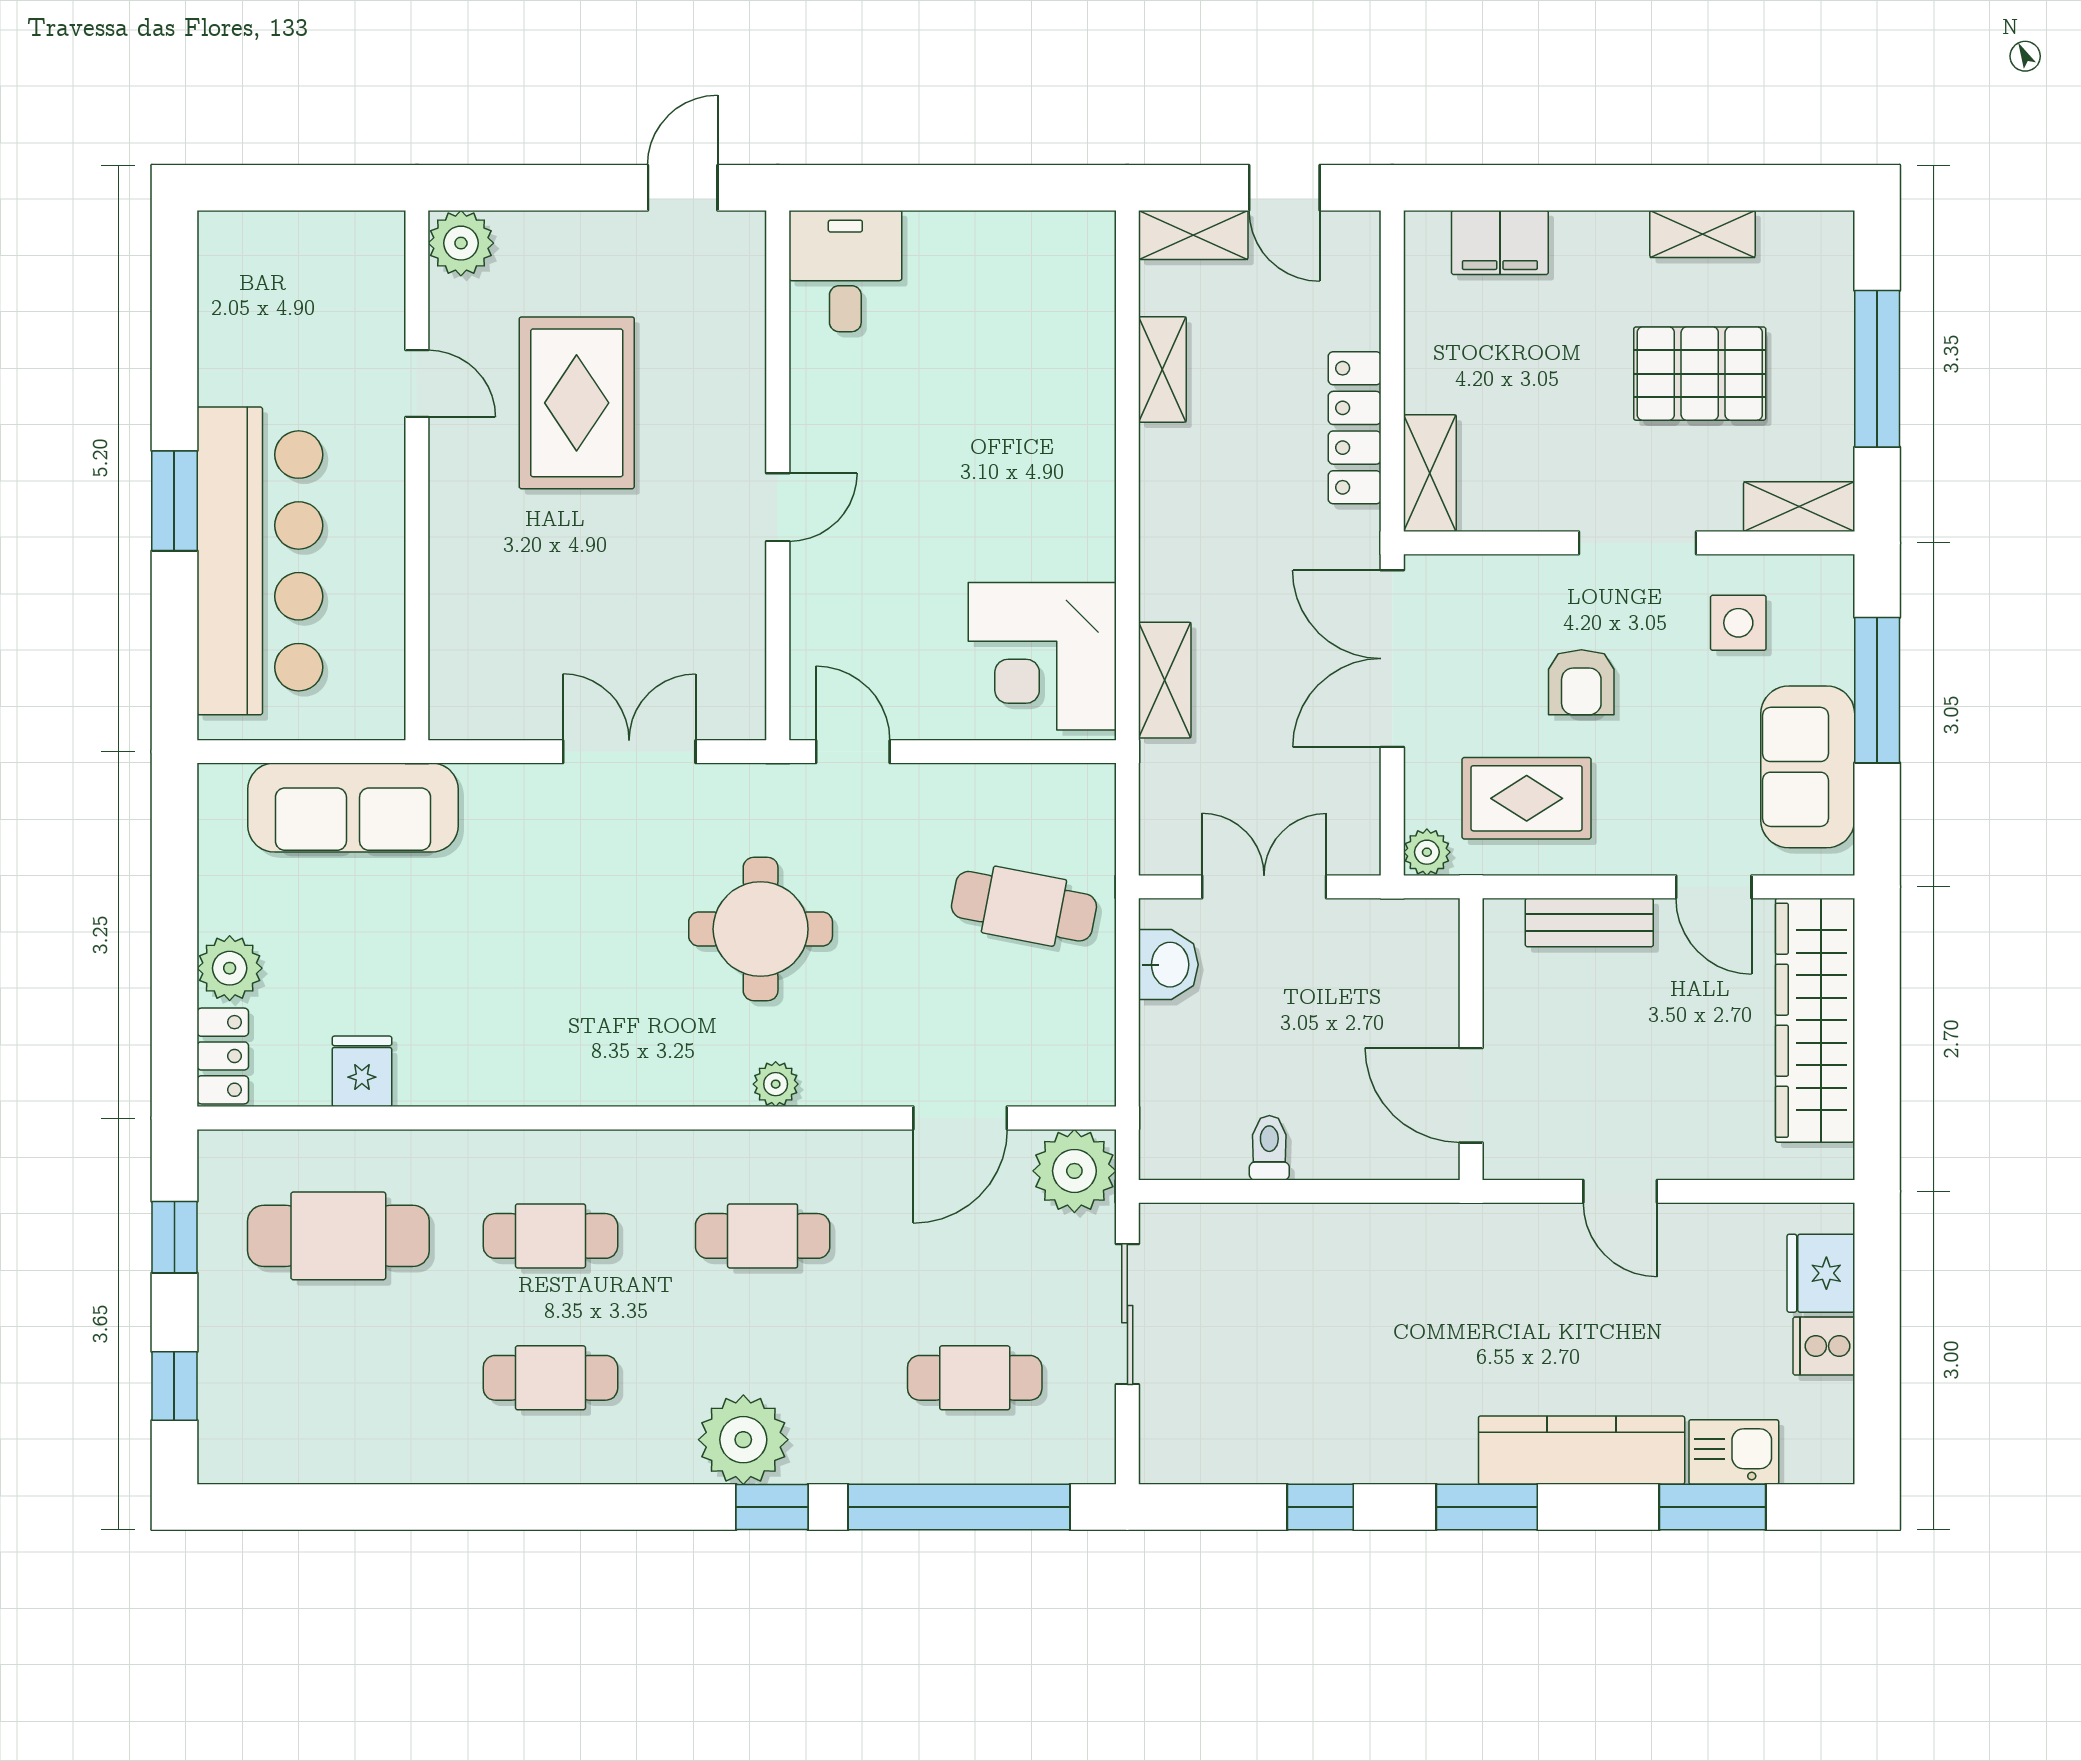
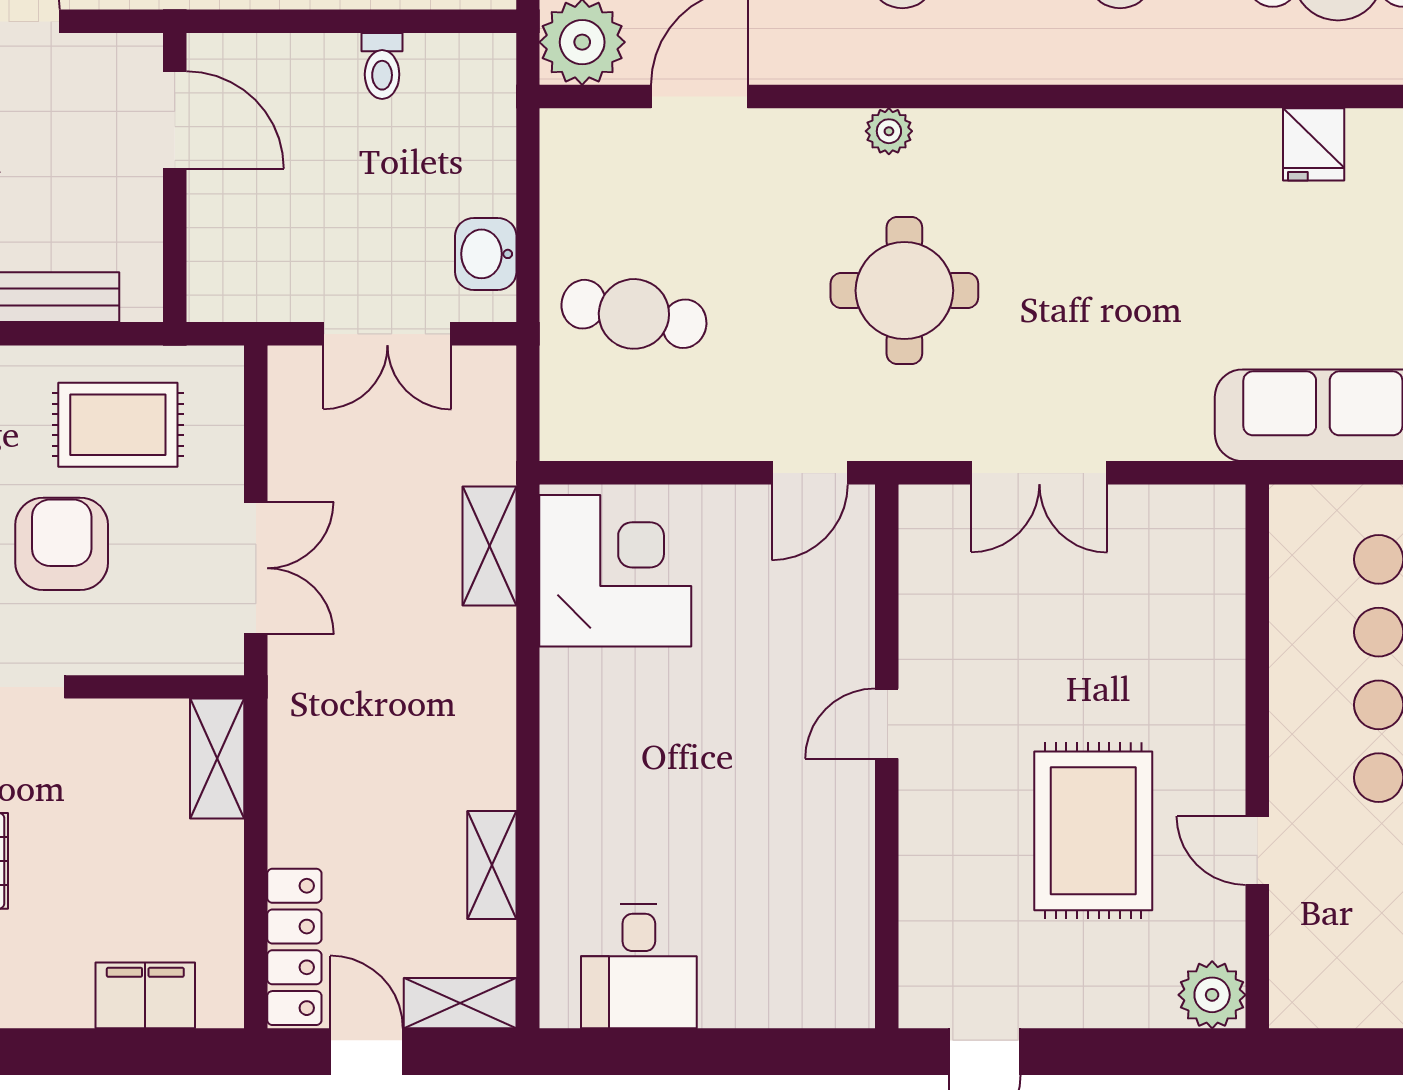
desk: (845, 271) -> (639, 966), moved
locker: (1355, 428) -> (294, 947), moved
double door: (1392, 659) -> (256, 568), width x0.73
armchair: (1581, 682) -> (62, 544), width x1.38, depth x1.38
door: (853, 752) -> (810, 473), hinge flipped
plant: (1427, 852) -> (220, 369), removed

